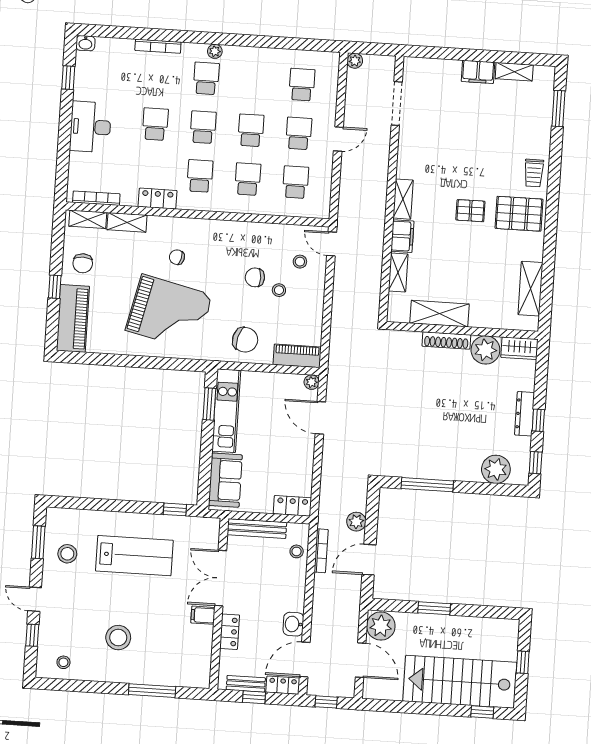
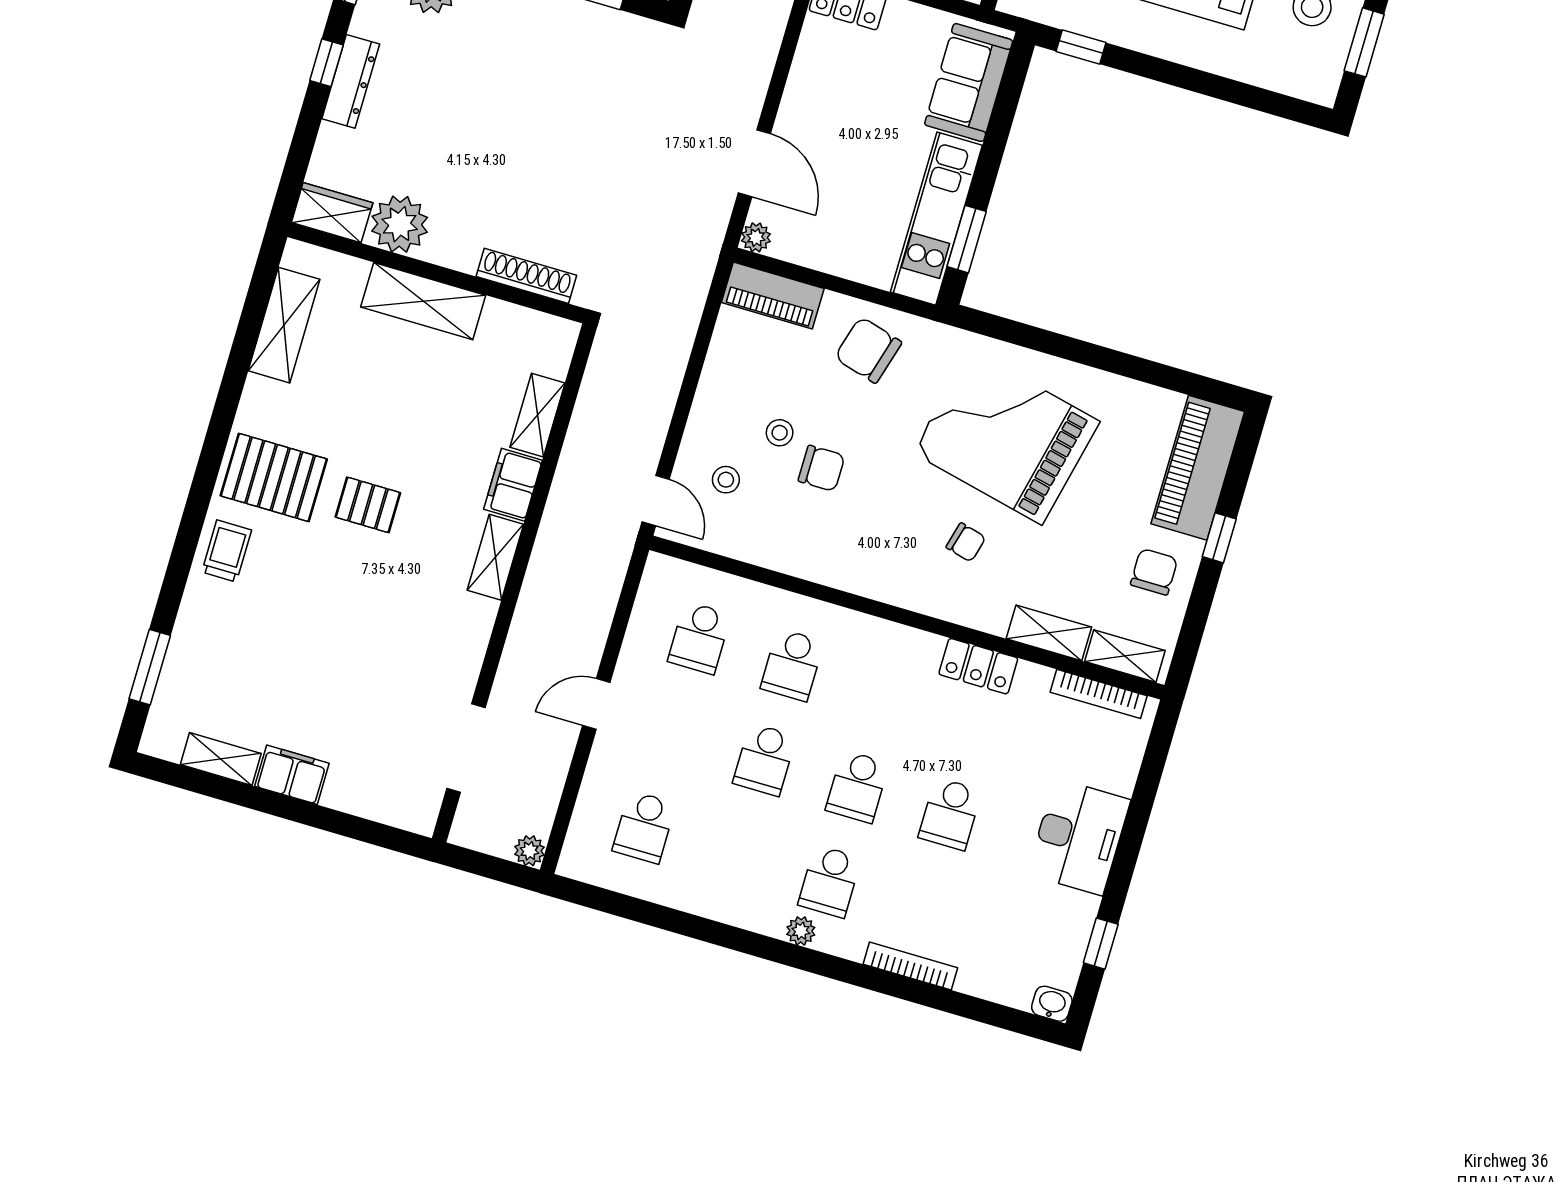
school desk: (299, 133) -> (672, 732), removed
school desk: (200, 176) -> (885, 692), removed
shelving: (439, 314) -> (423, 301), moved
shoe rack: (446, 340) -> (526, 276), moved

